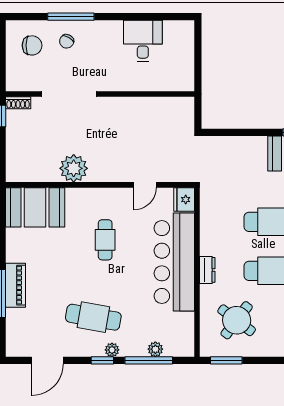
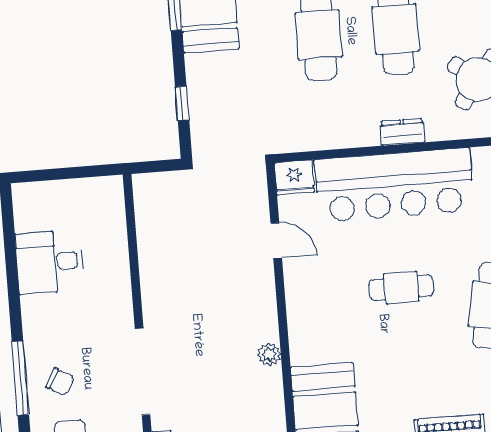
window: (236, 132) -> (182, 103), added
plant: (74, 168) -> (269, 354), width x0.53, depth x0.53
cafe table: (105, 240) -> (401, 288), moved

